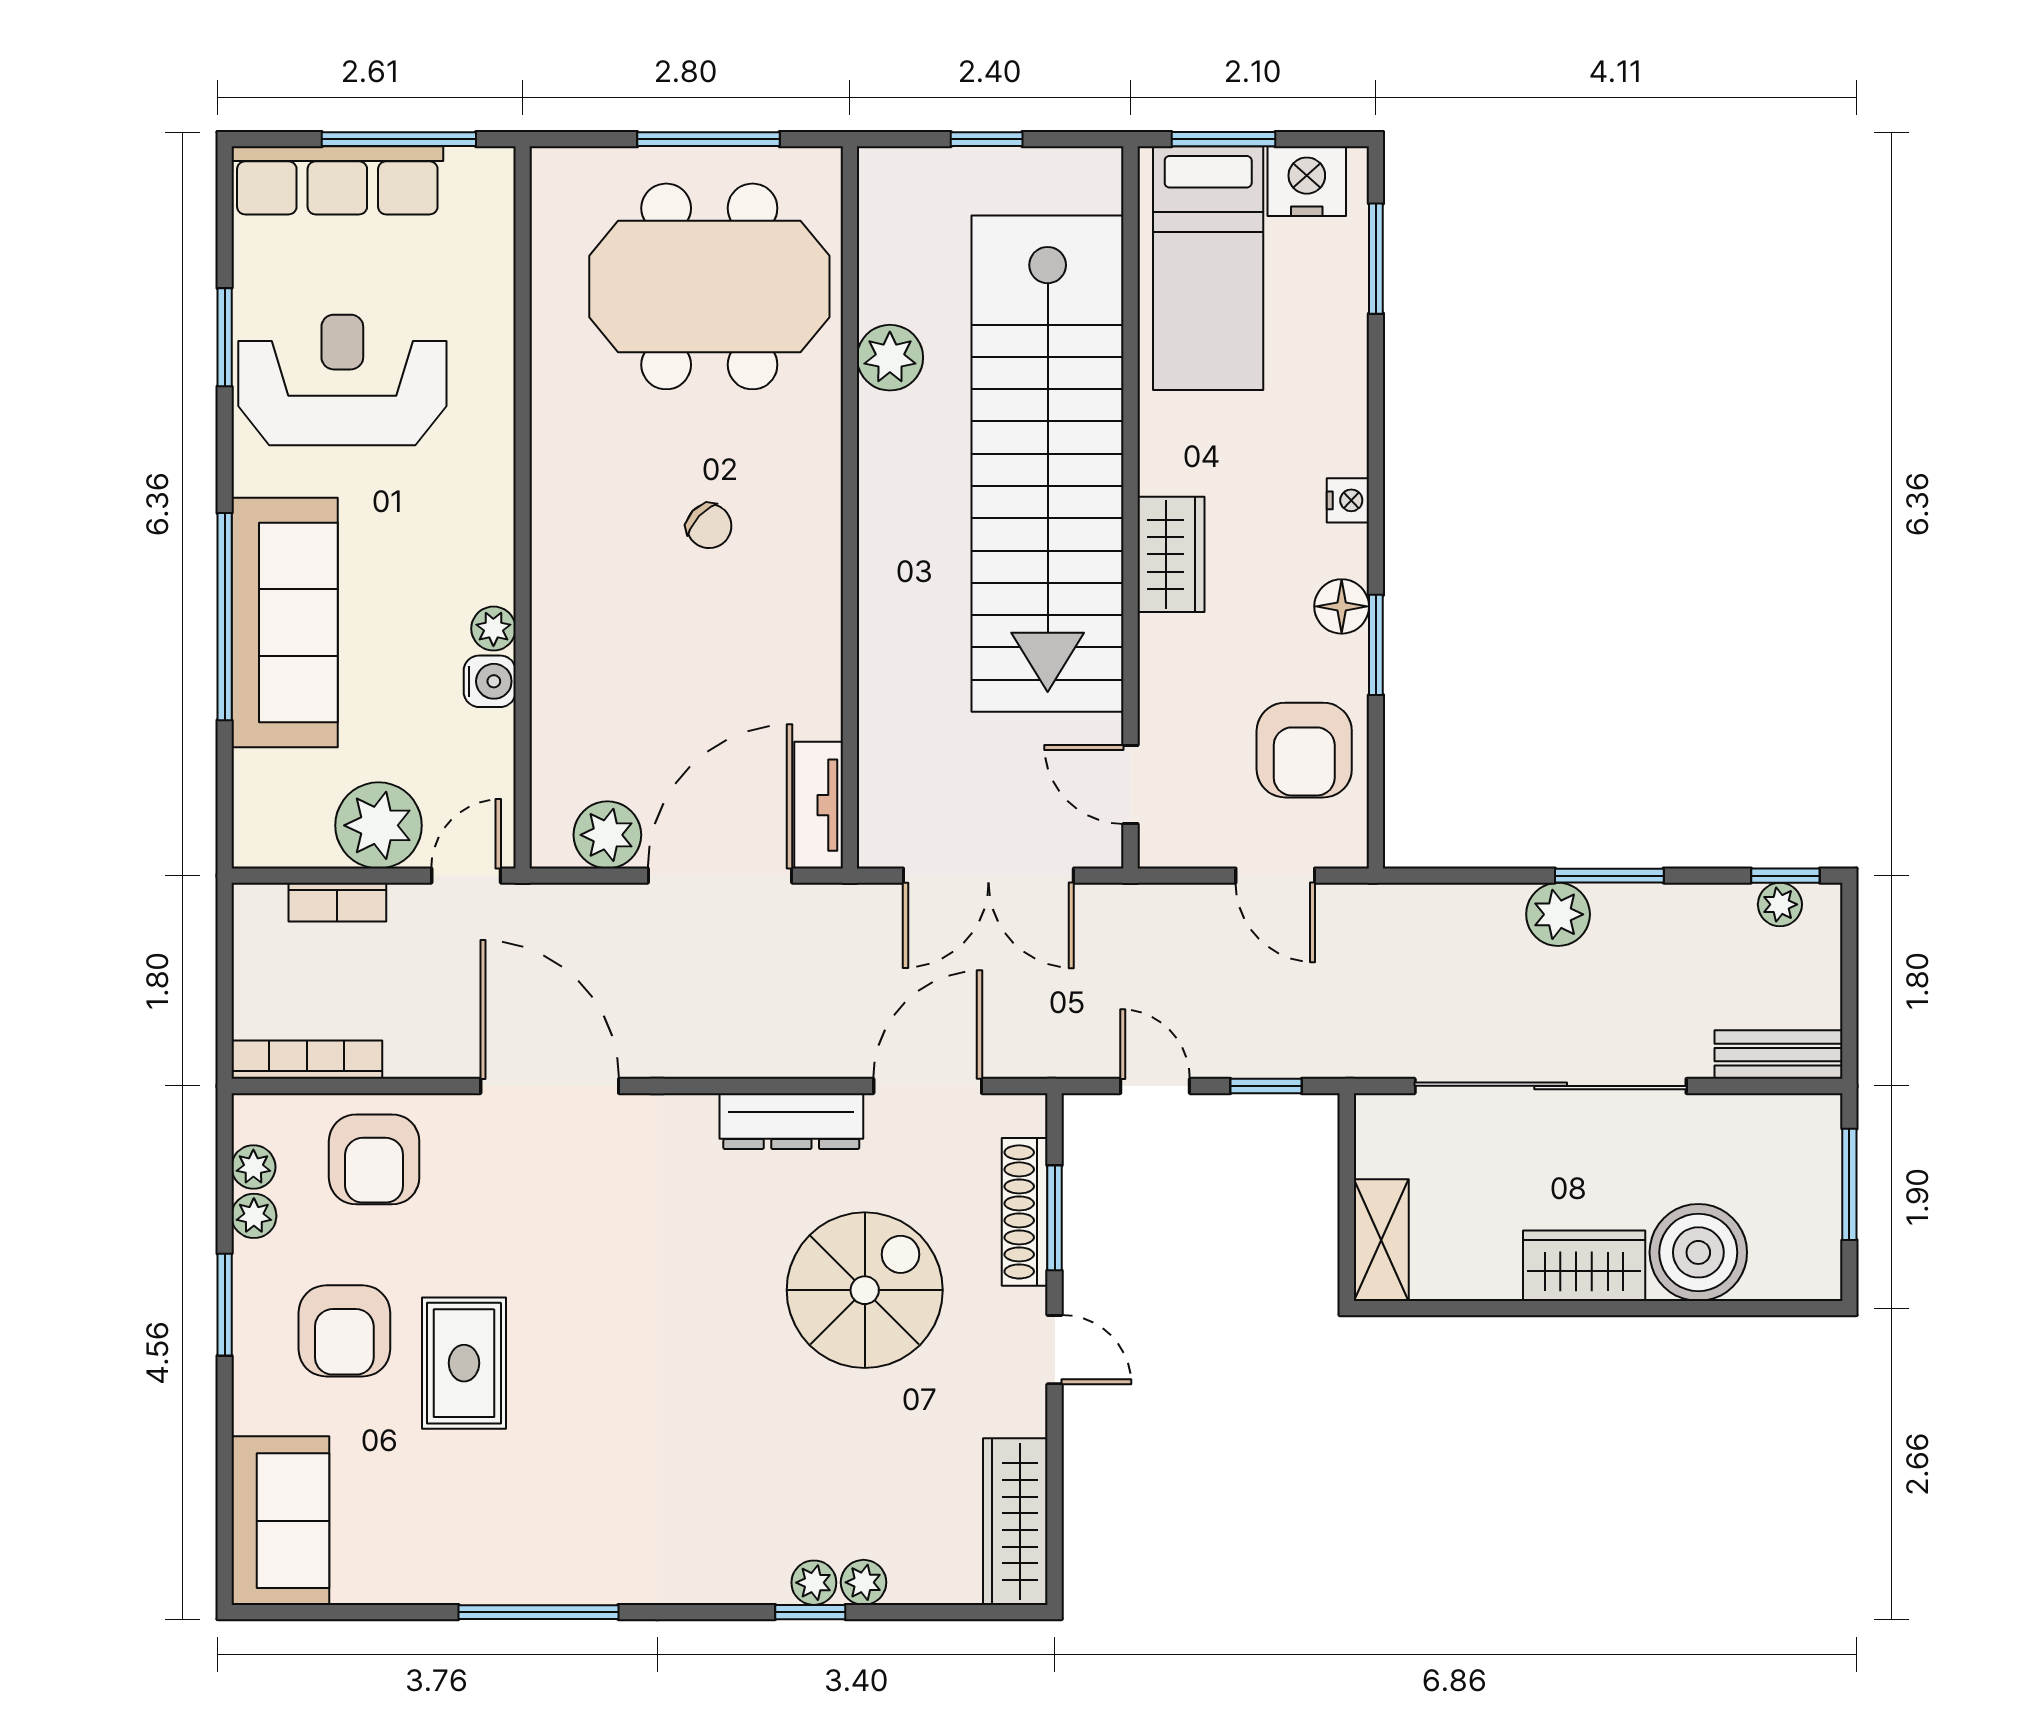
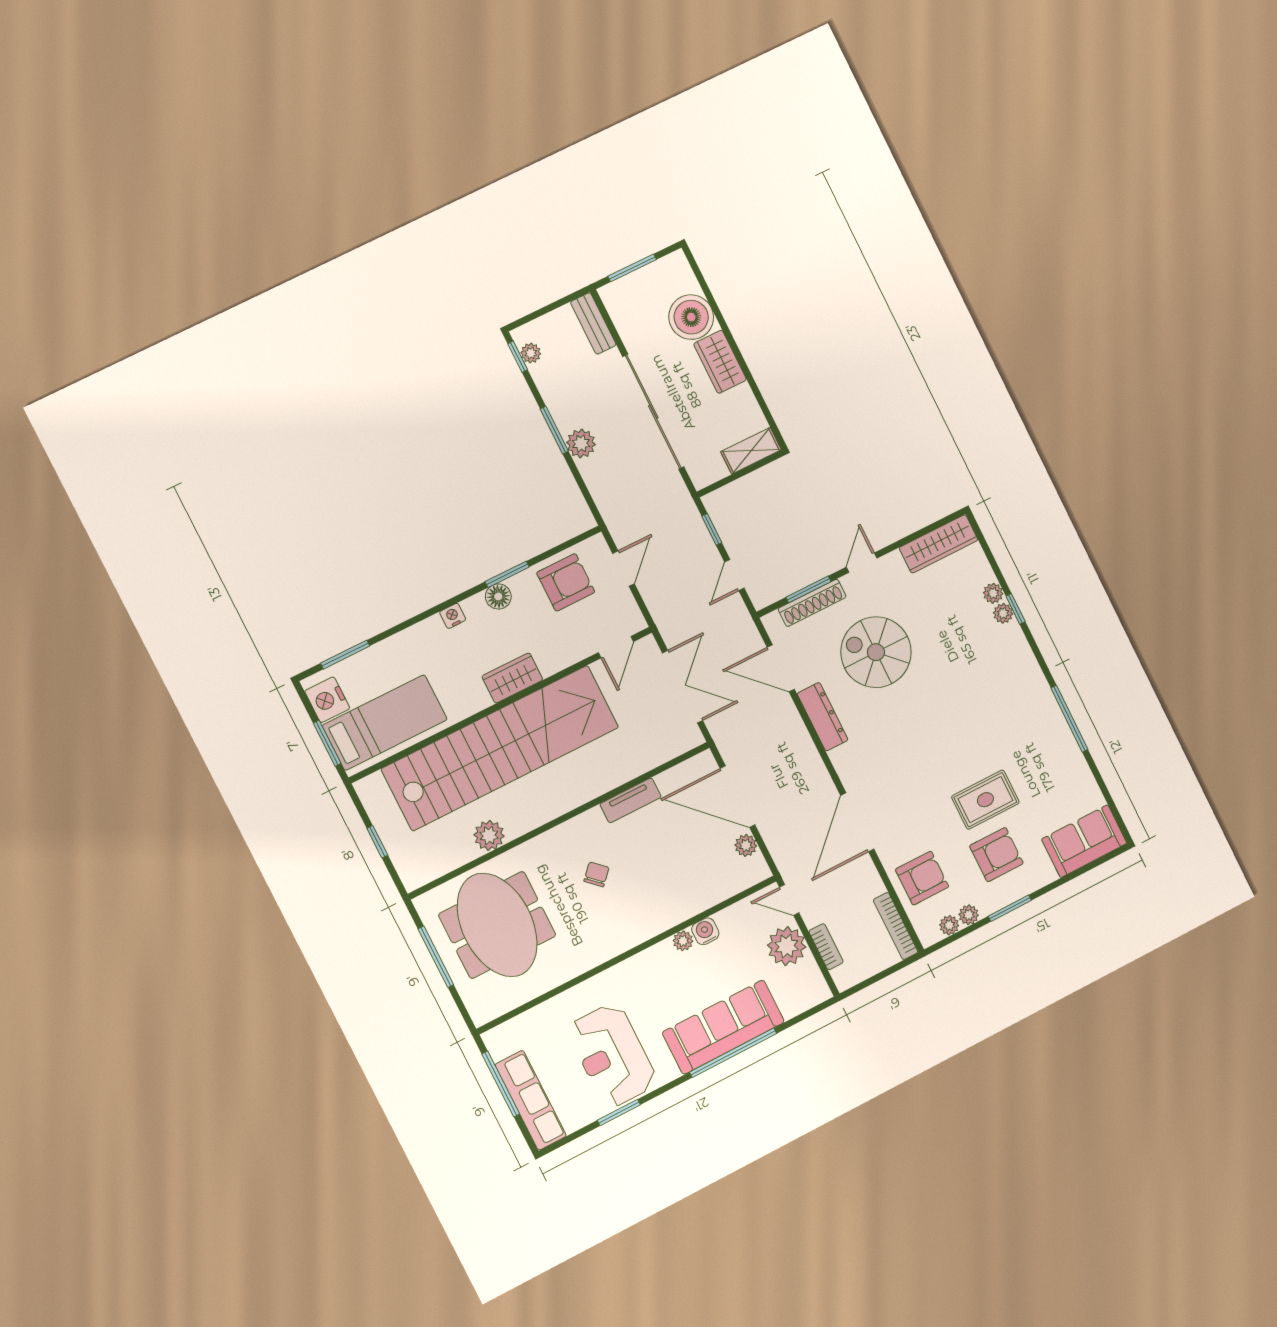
tv unit: (819, 805) -> (631, 800), moved
plant: (607, 835) -> (746, 845), width x0.73, depth x0.73

